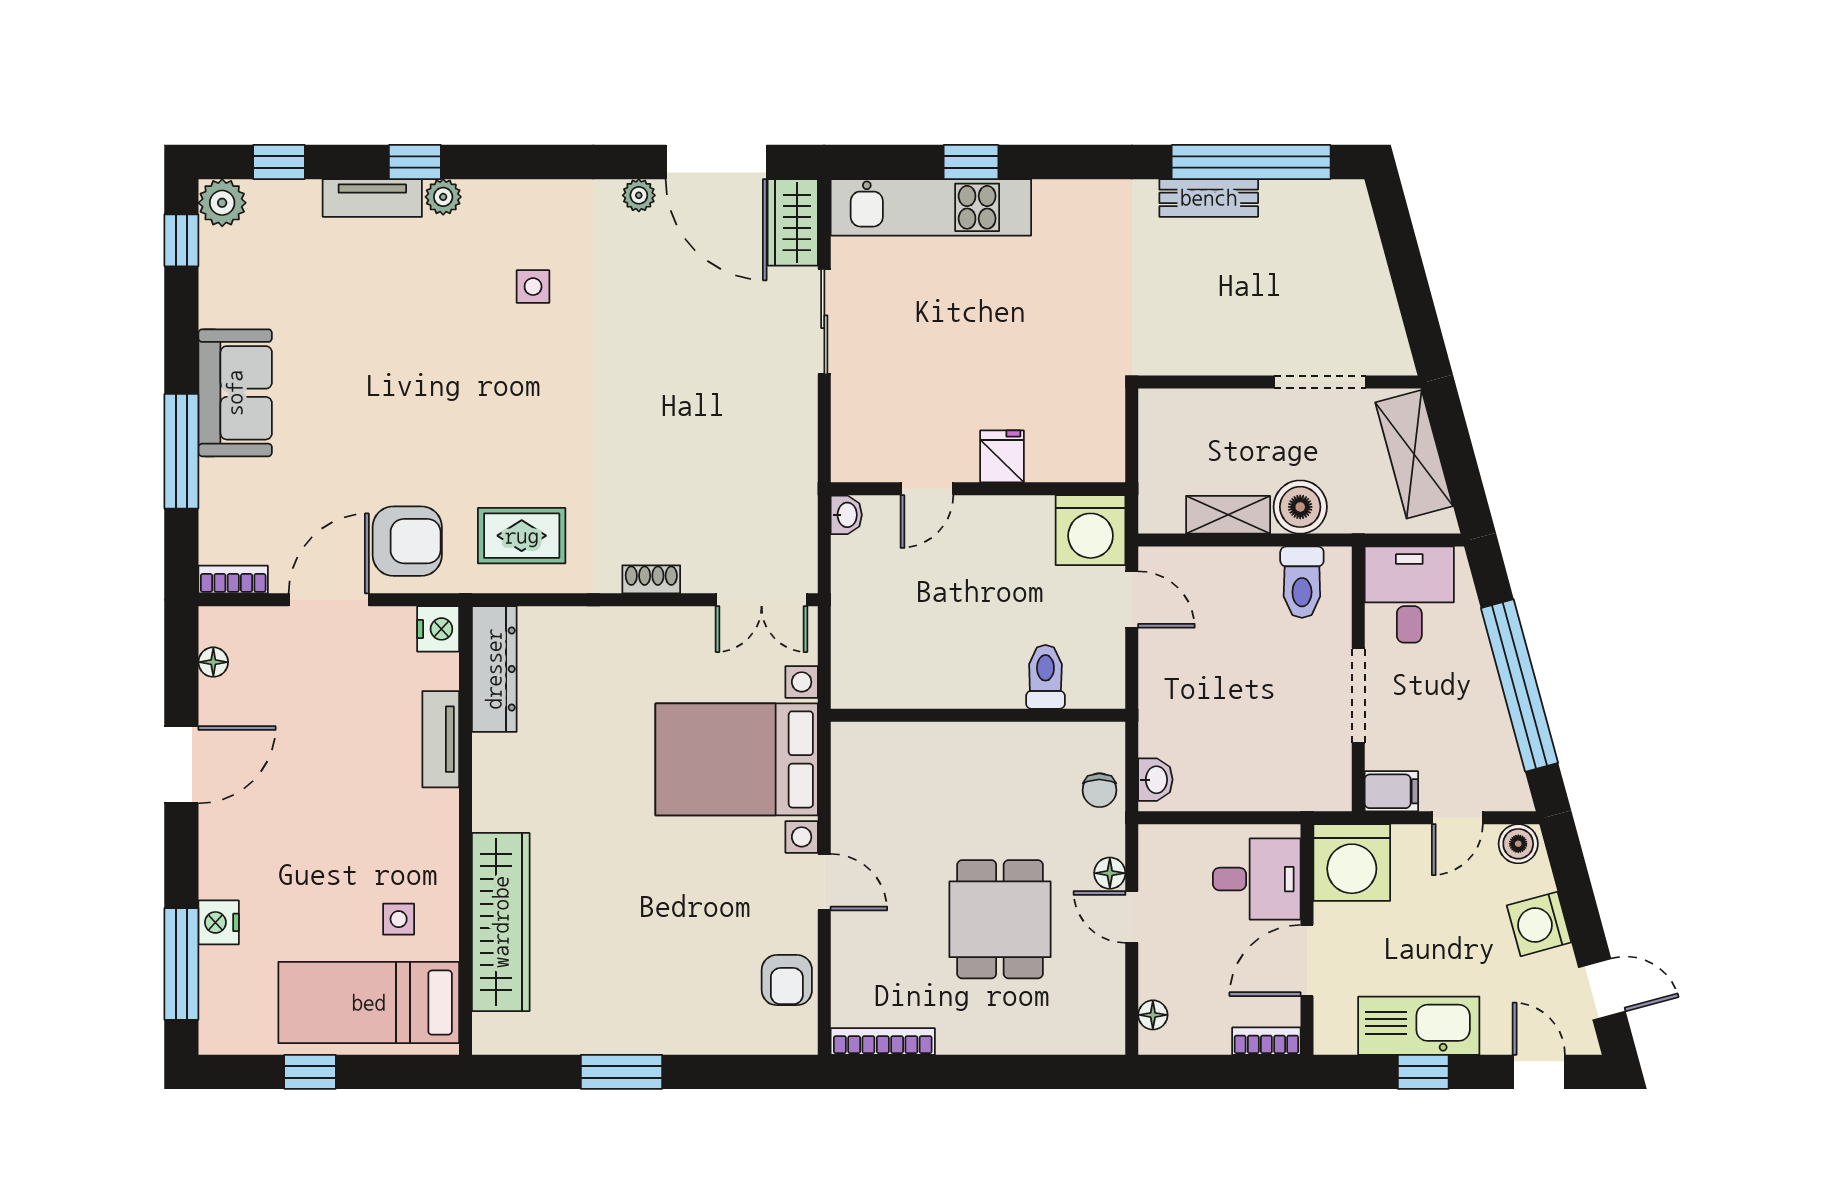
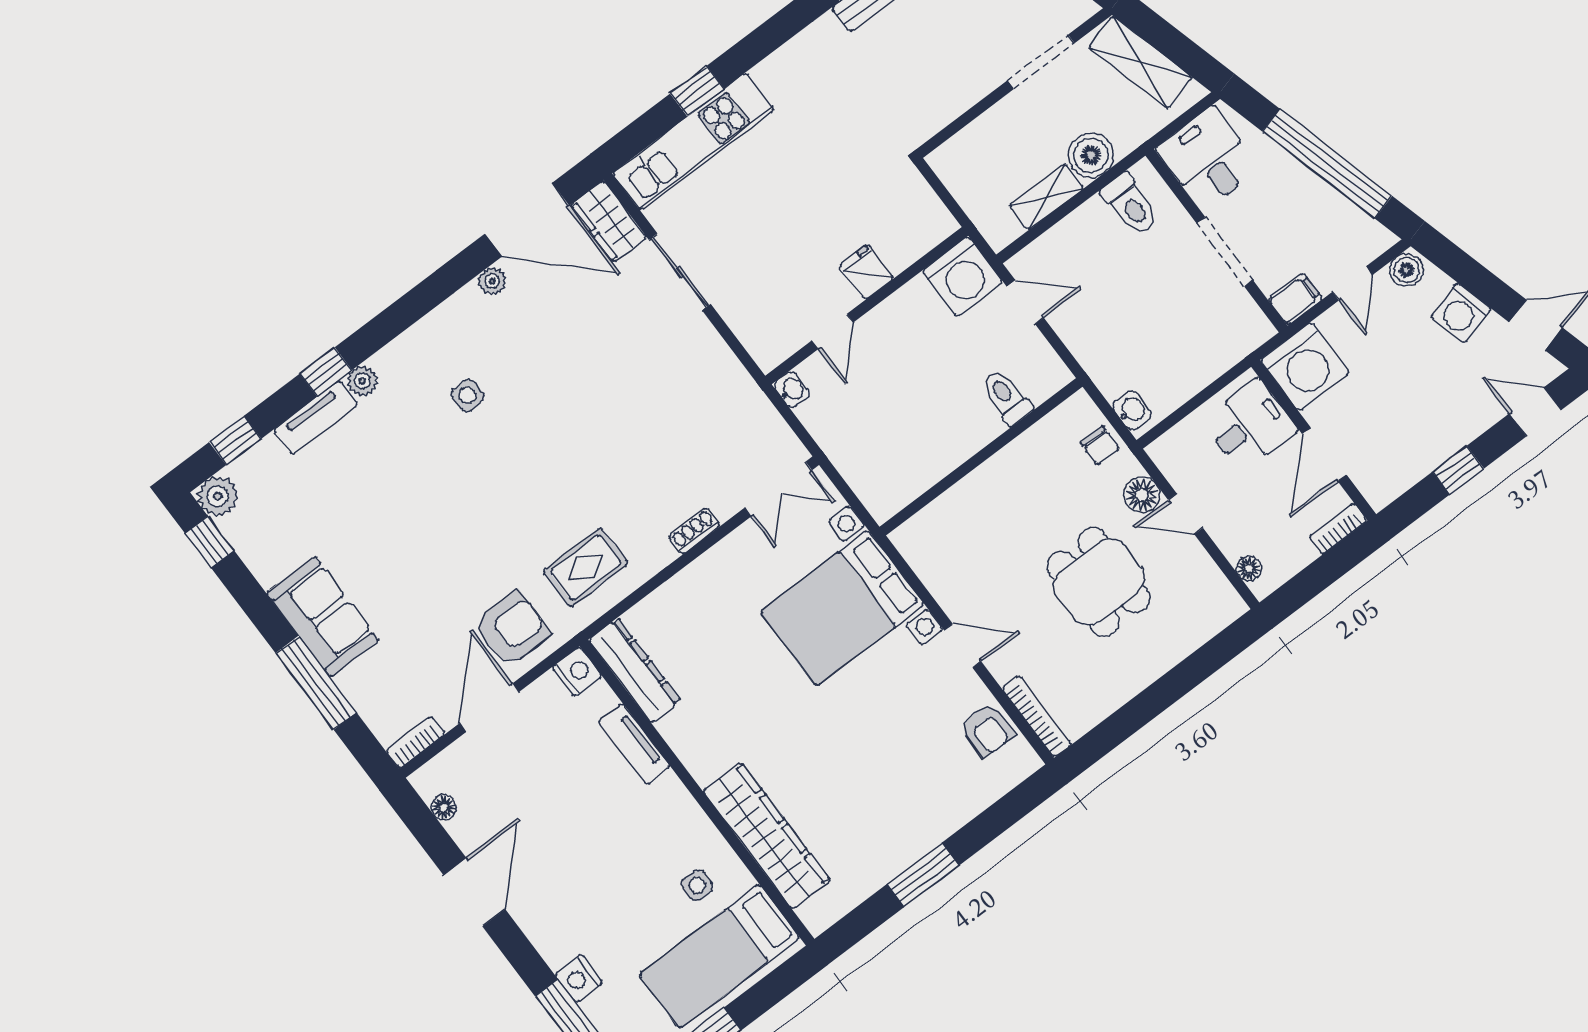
floor lamp: (1110, 873) -> (1142, 495), width x1.37, depth x1.37
kitchen sink: (1419, 1026) -> (1432, 442), removed
bookcase: (883, 1041) -> (1037, 716), moved, turned 90

